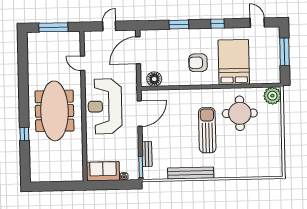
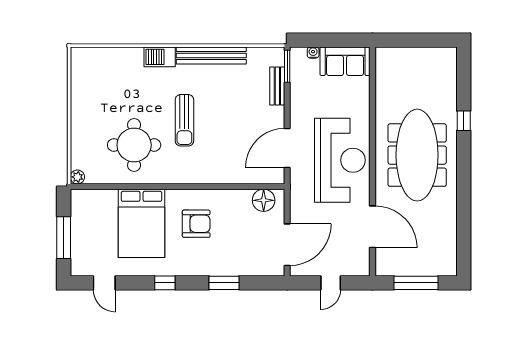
door: (83, 63) -> (373, 227), width x1.87
plant: (272, 96) -> (77, 177), width x0.53, depth x0.53
sun lounger: (207, 130) -> (184, 120), width x0.73, depth x0.75
barbecue: (224, 171) -> (160, 57), added

